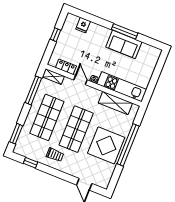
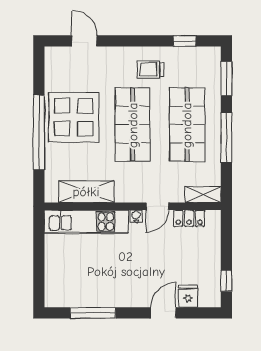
door: (100, 22) -> (163, 313), added
window: (125, 31) -> (93, 313), moved
window: (55, 35) -> (226, 281), moved
sofa: (124, 44) -> (110, 291), removed
door: (80, 80) -> (157, 206), hinge flipped
window: (33, 90) -> (226, 138), moved

